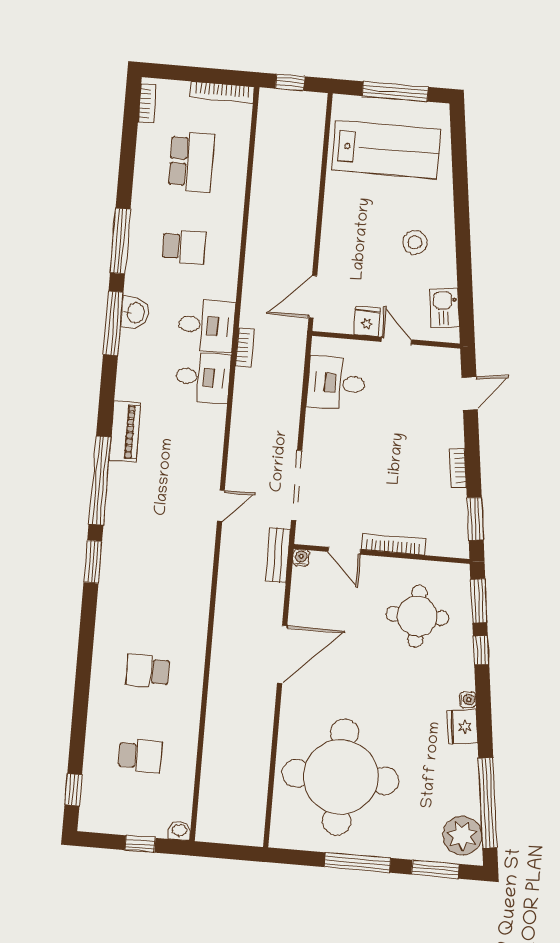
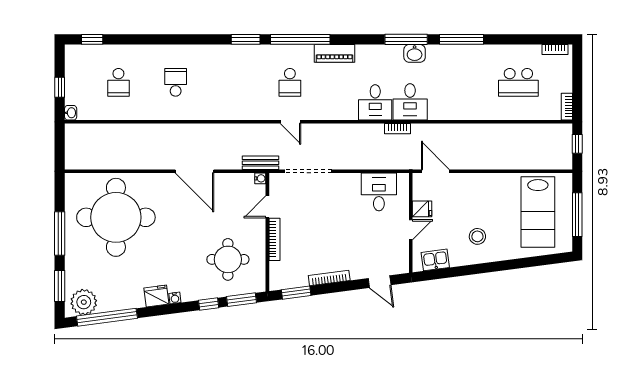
bookcase: (222, 92) -> (567, 107), width x0.64
school desk: (184, 247) -> (290, 82), moved
bookcase: (458, 468) -> (329, 278), width x1.56

